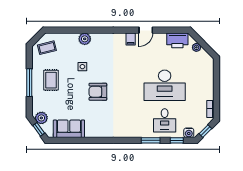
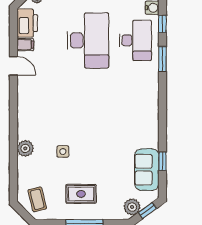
filing cabinet: (131, 39) -> (25, 45), moved
armchair: (98, 92) -> (97, 131), removed
desk: (165, 120) -> (135, 40), width x1.37
window: (75, 140) -> (162, 161), added

